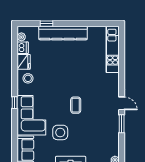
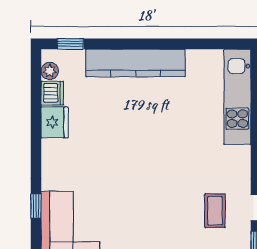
window: (46, 24) -> (70, 44), moved
stool: (28, 78) -> (63, 156), removed
coffee table: (76, 105) -> (215, 211), moved

